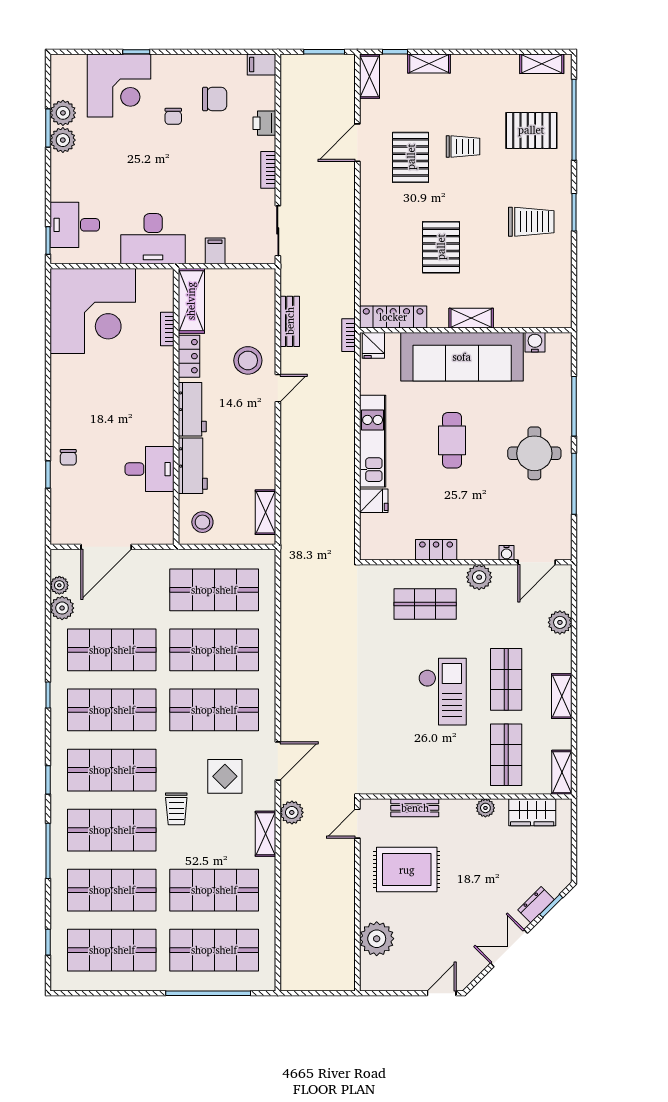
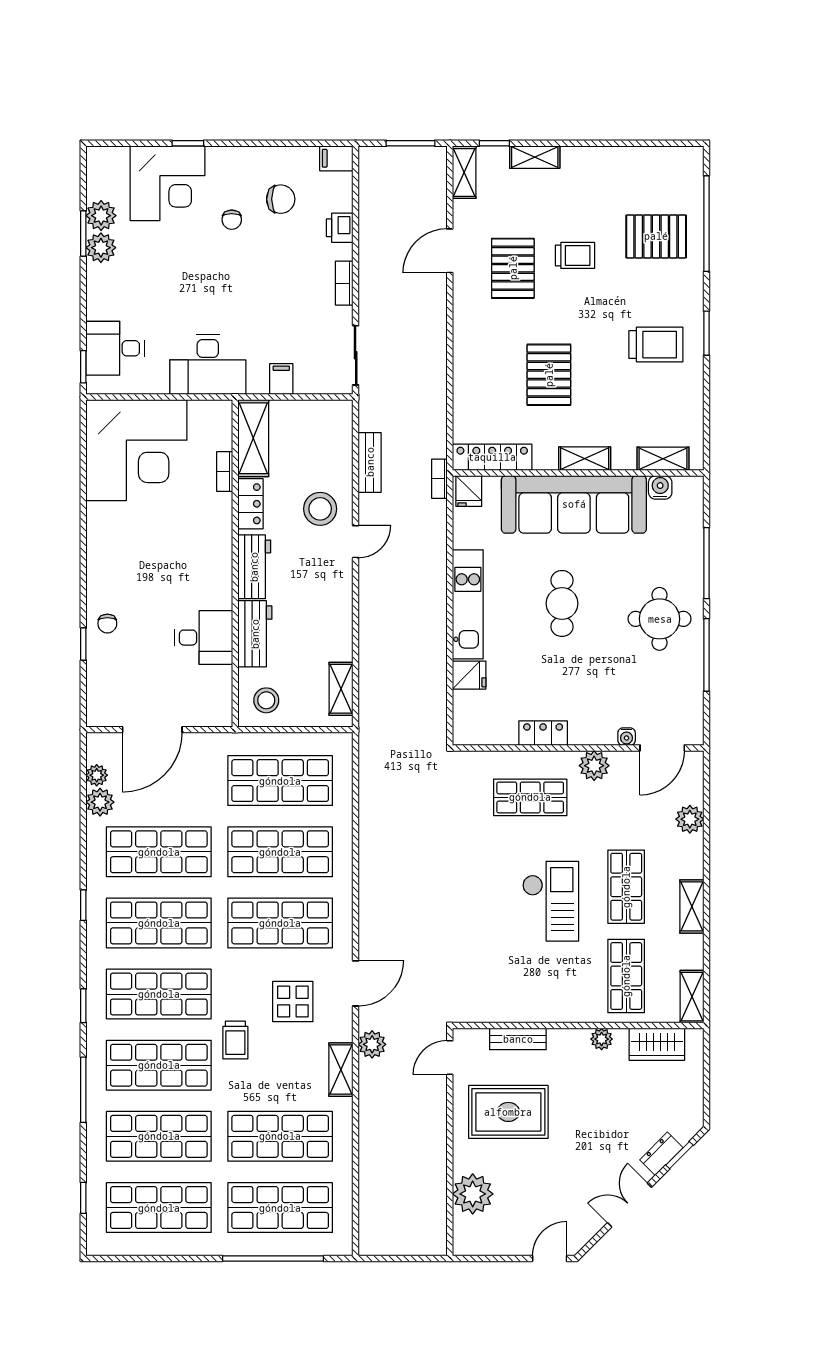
shelving: (542, 64) -> (663, 459), moved

